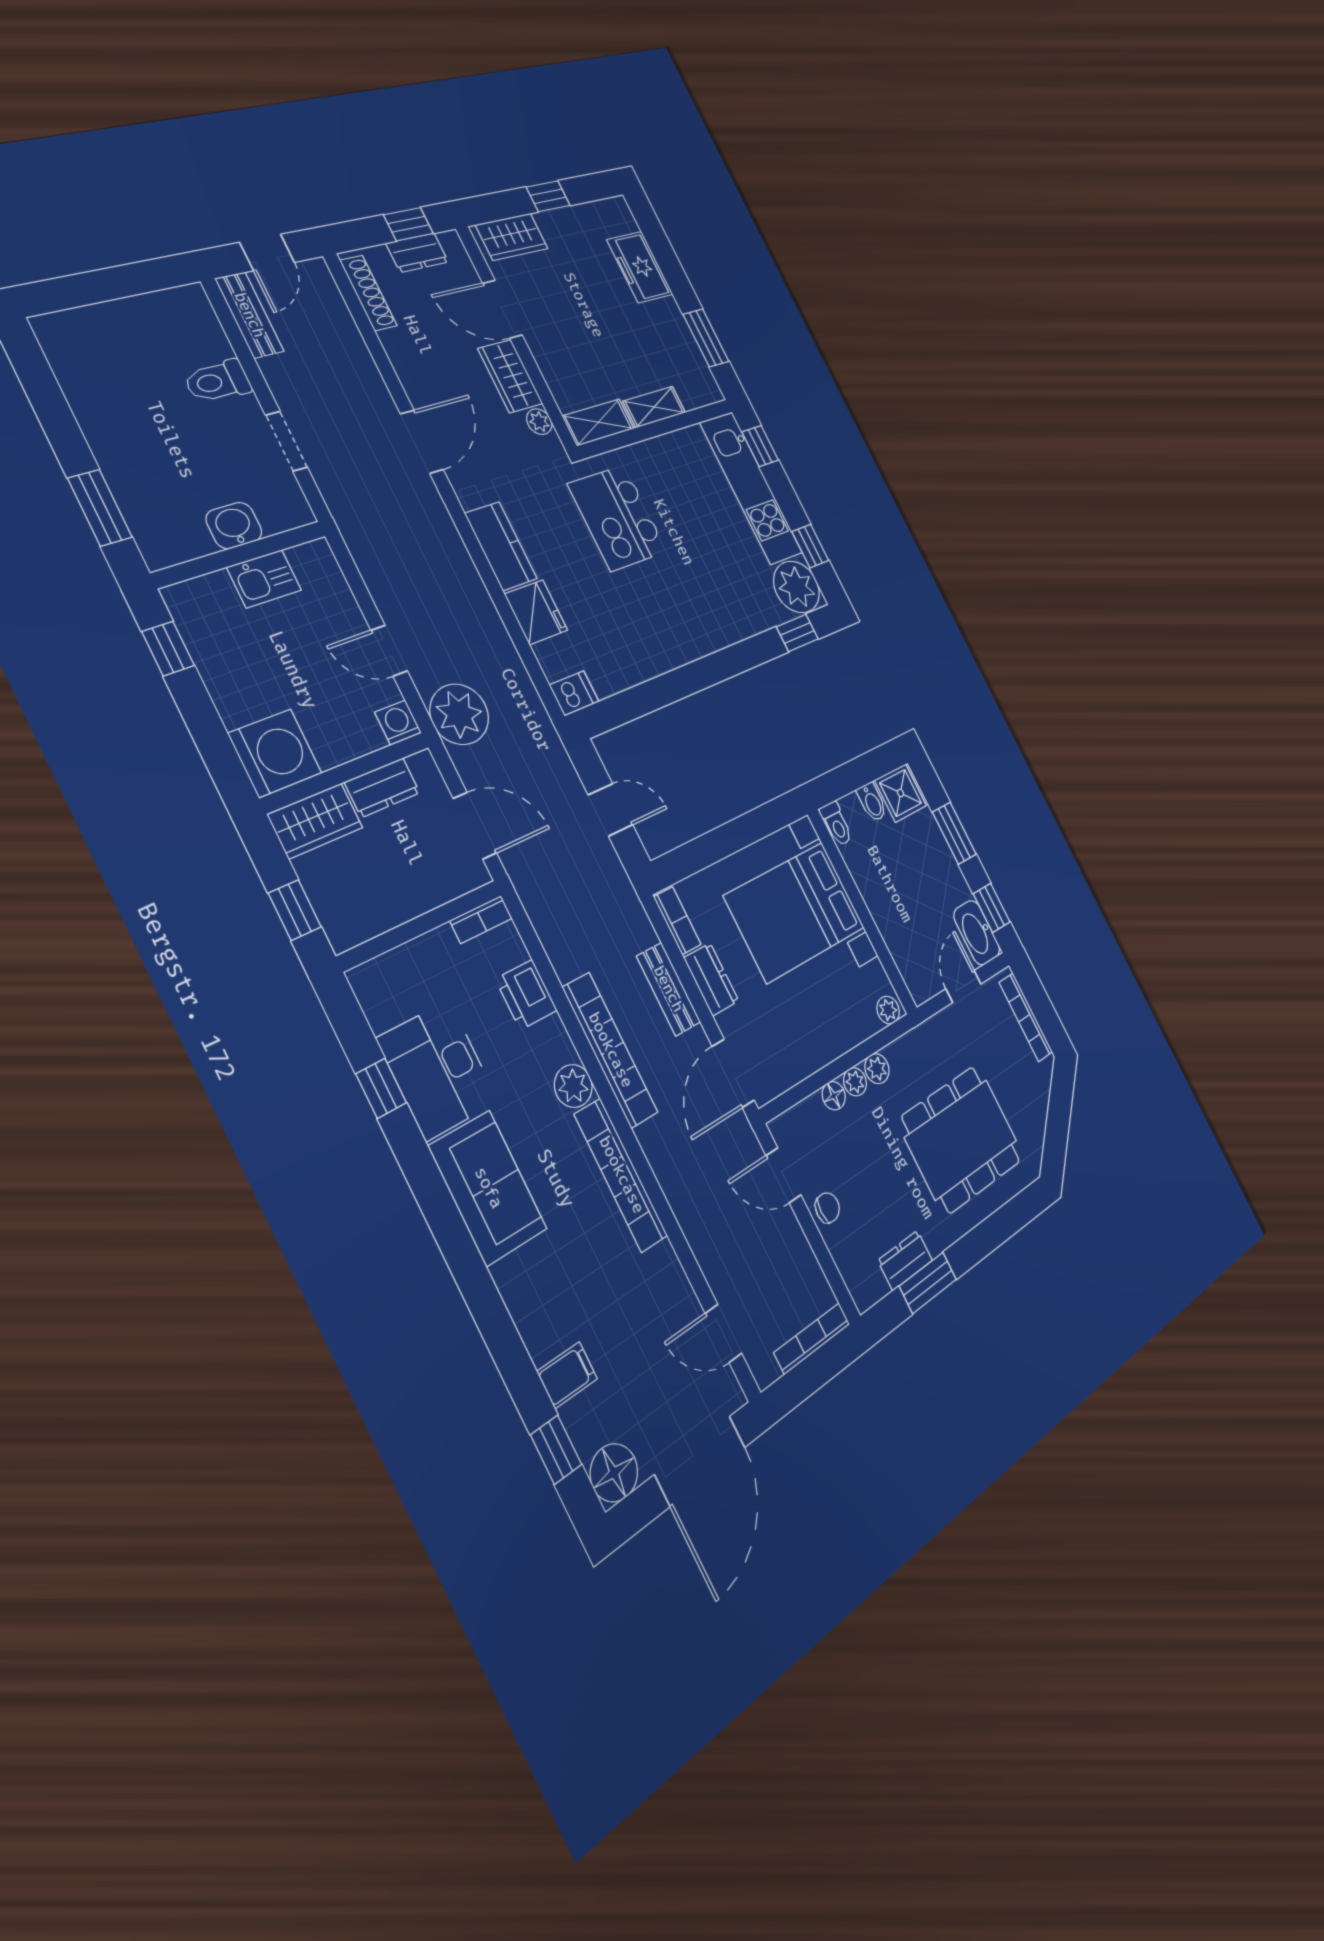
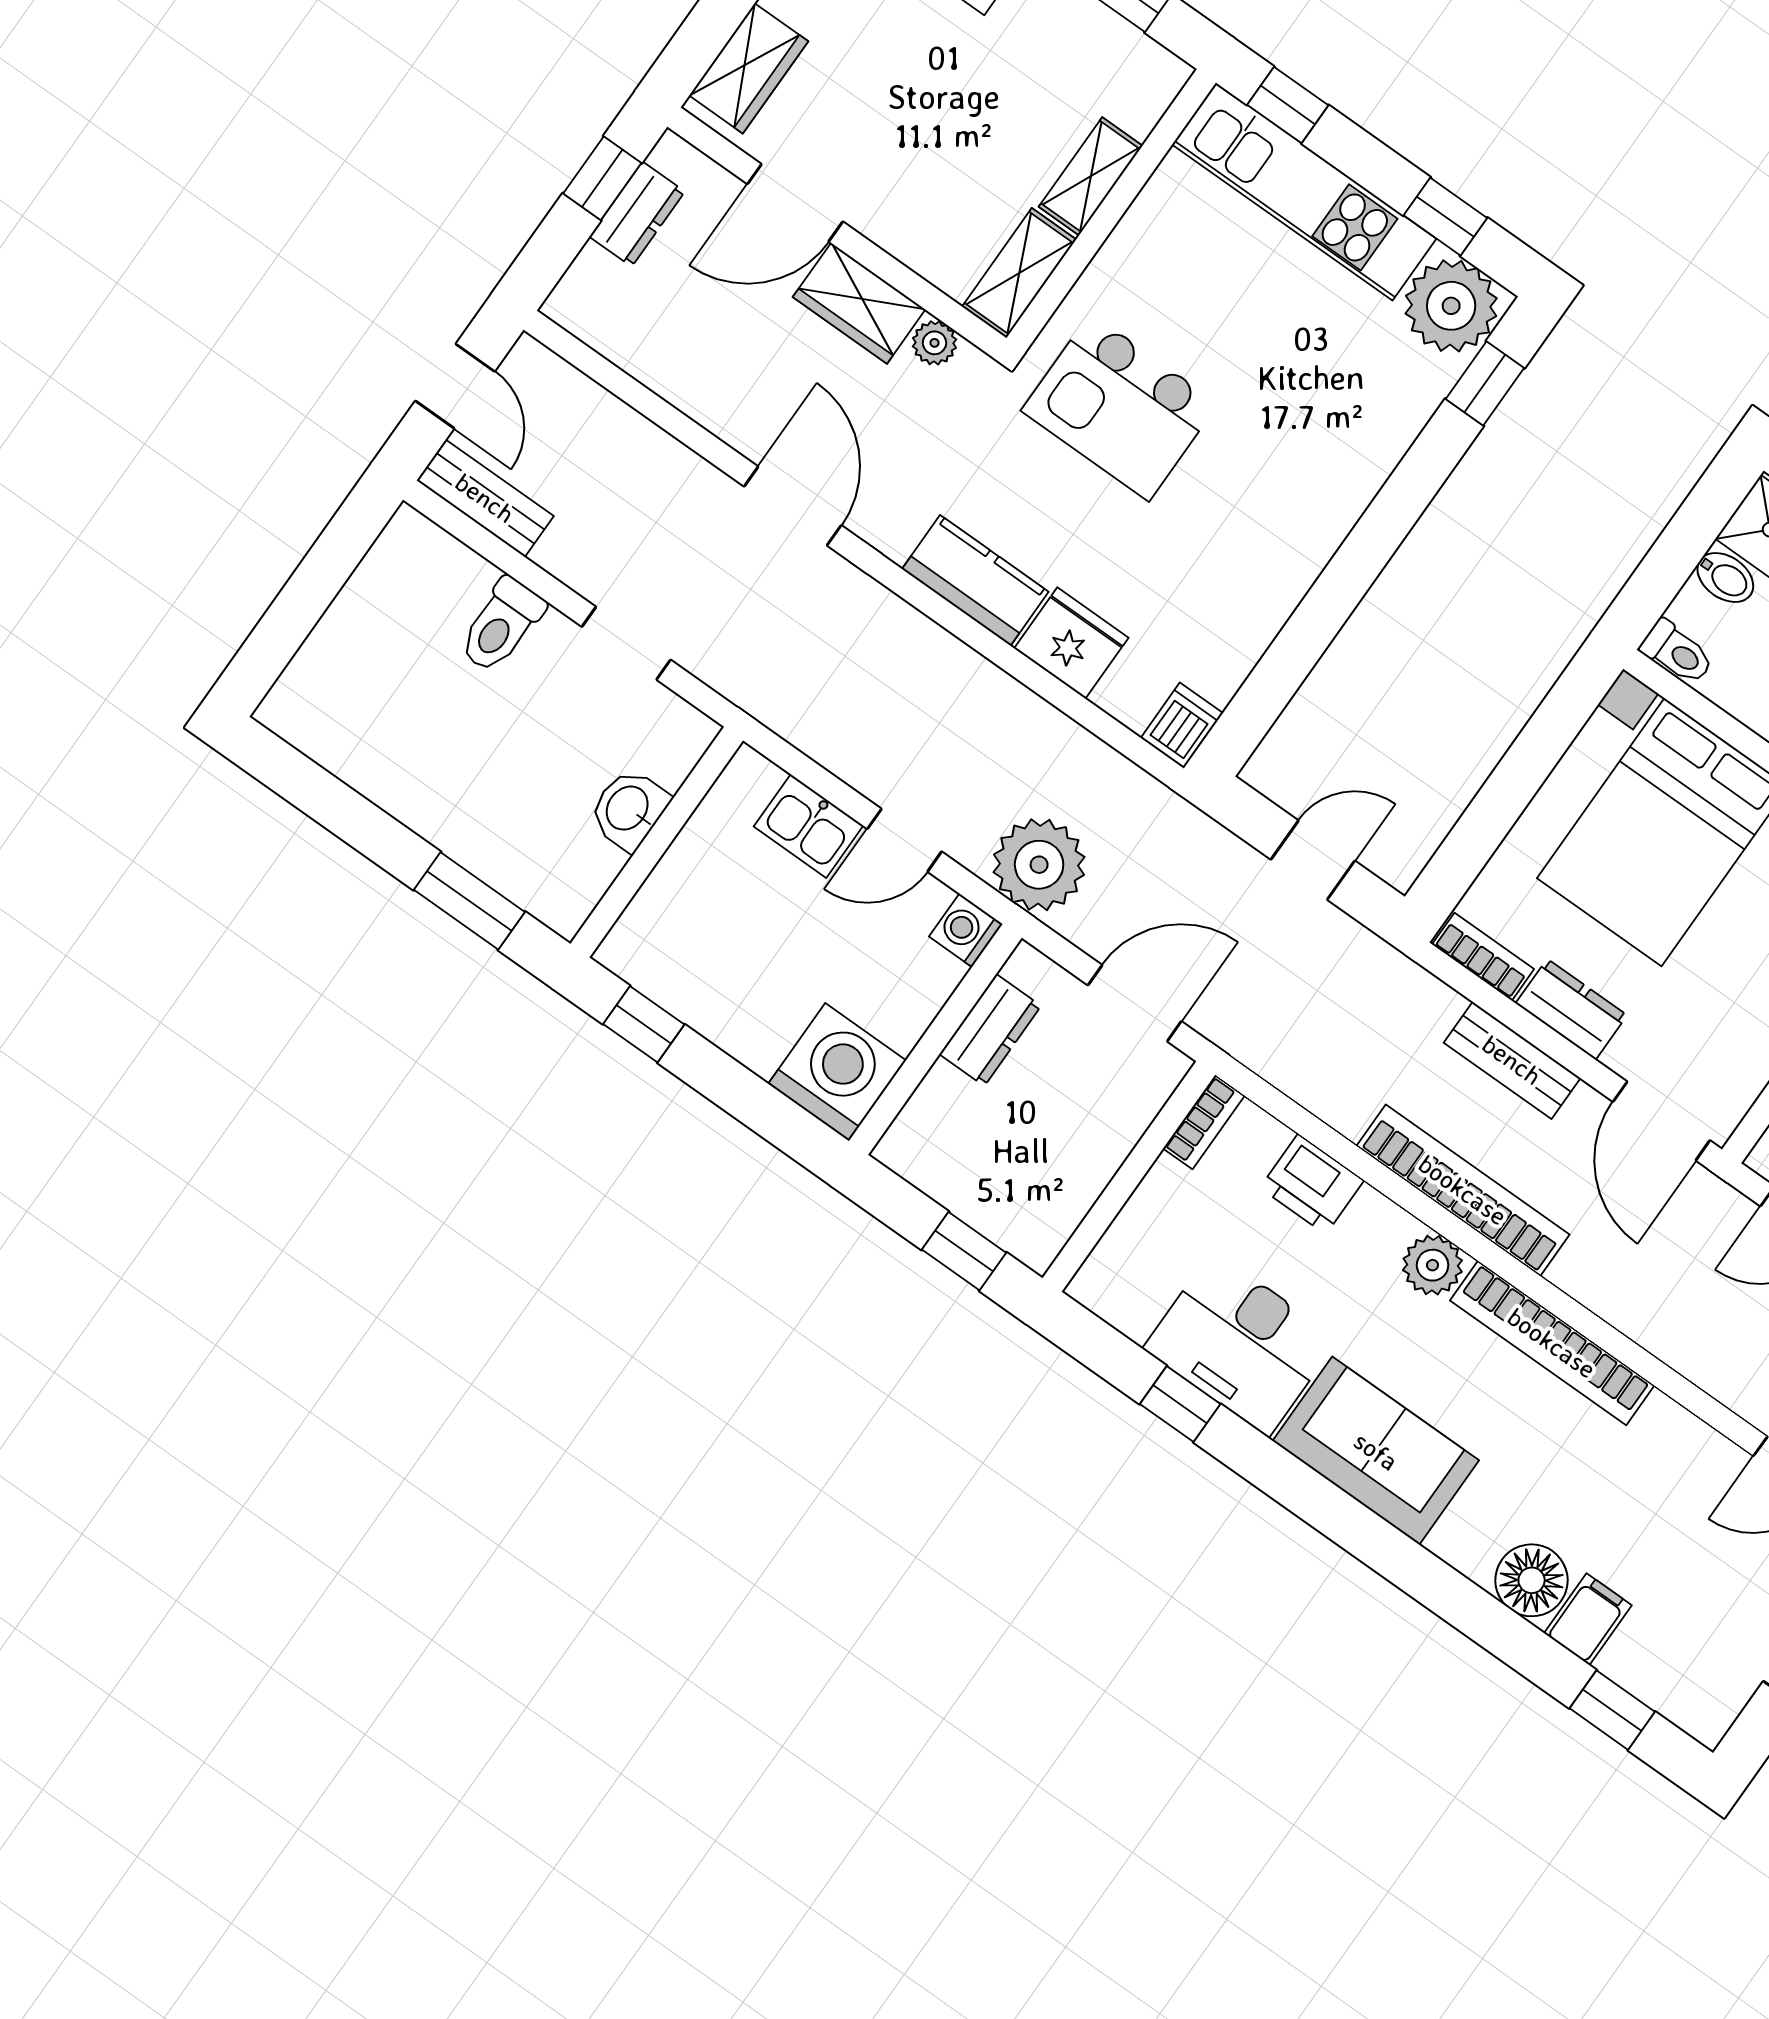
shoe rack: (368, 293) -> (609, 336), removed
kitchen sink: (264, 579) -> (808, 826), moved, turned 90
wardrobe: (315, 821) -> (930, 1126), removed
floor lamp: (614, 1473) -> (1532, 1580), moved

